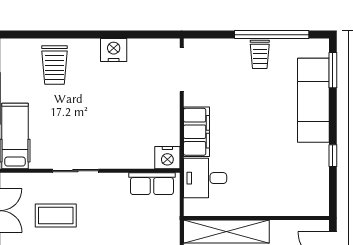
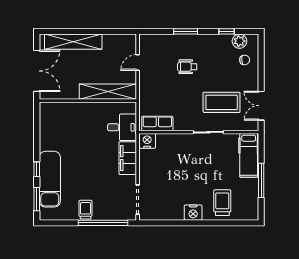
window: (272, 35) -> (103, 223), moved
nightstand: (114, 50) -> (193, 213), moved
window: (333, 156) -> (37, 169), moved
coffee table: (56, 215) -> (222, 102), width x1.36, depth x1.32

